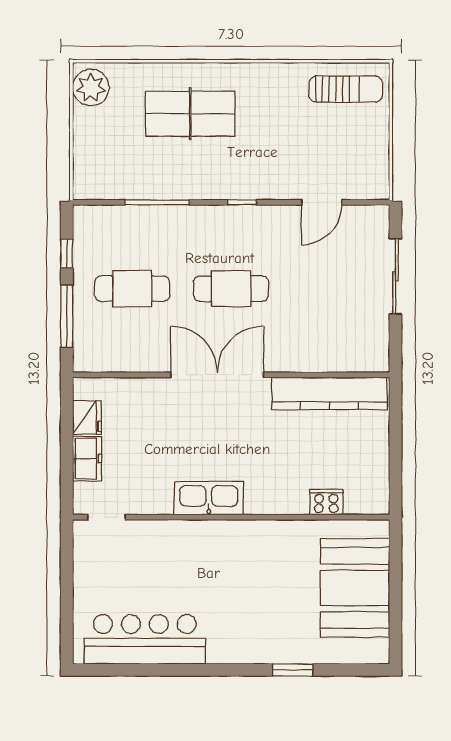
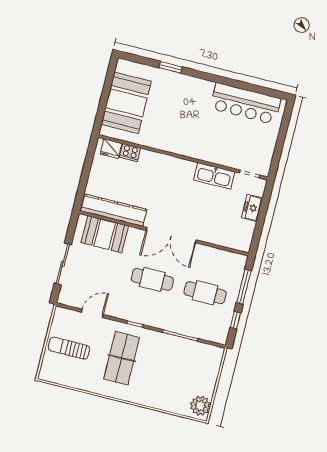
sun lounger: (346, 89) -> (69, 348), moved
table tennis table: (190, 114) -> (122, 358), moved, turned 90
booth: (335, 347) -> (105, 234), added
fridge: (87, 418) -> (111, 149), moved, turned -90
kitchen sink: (209, 498) -> (214, 176), moved

